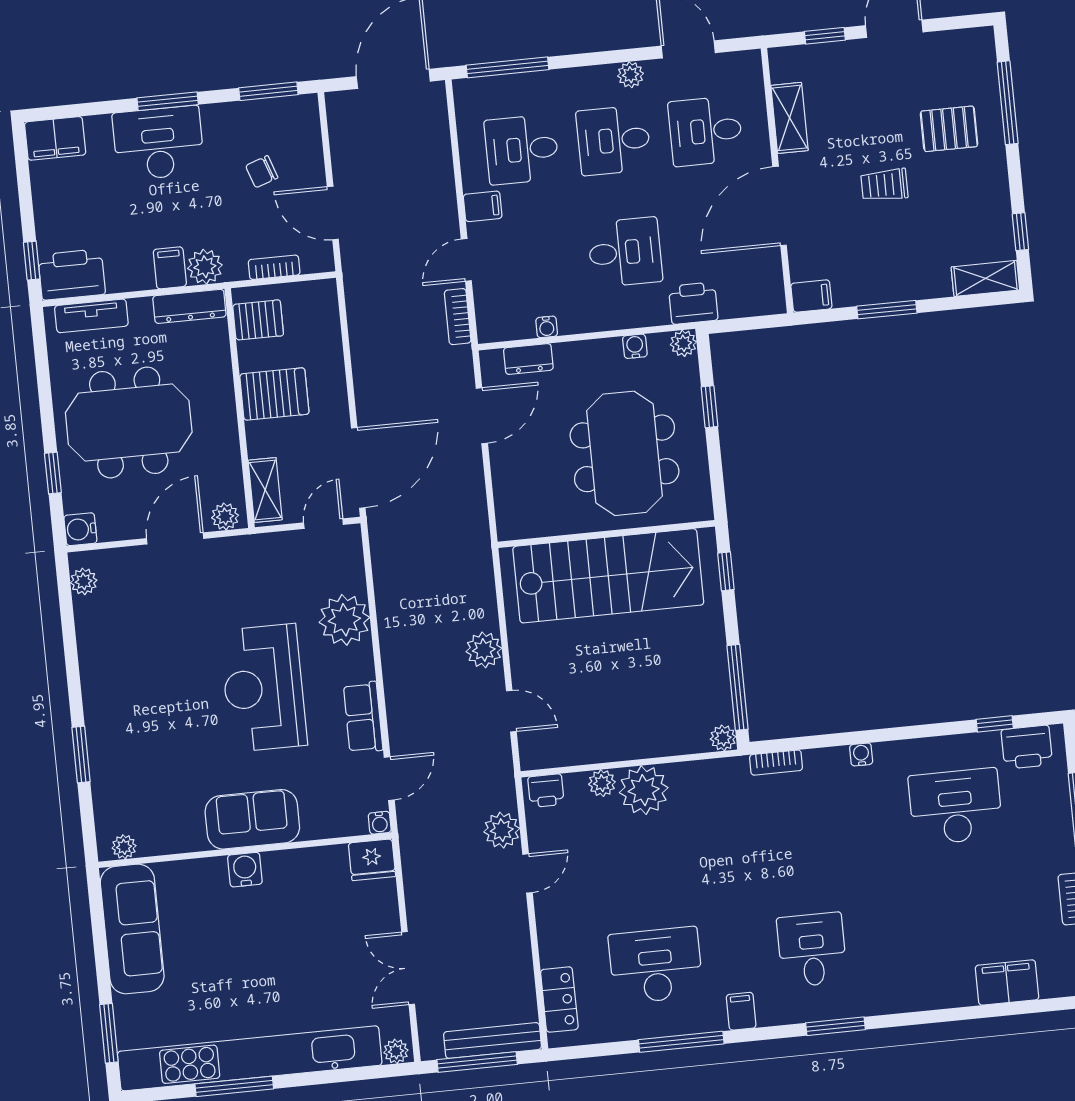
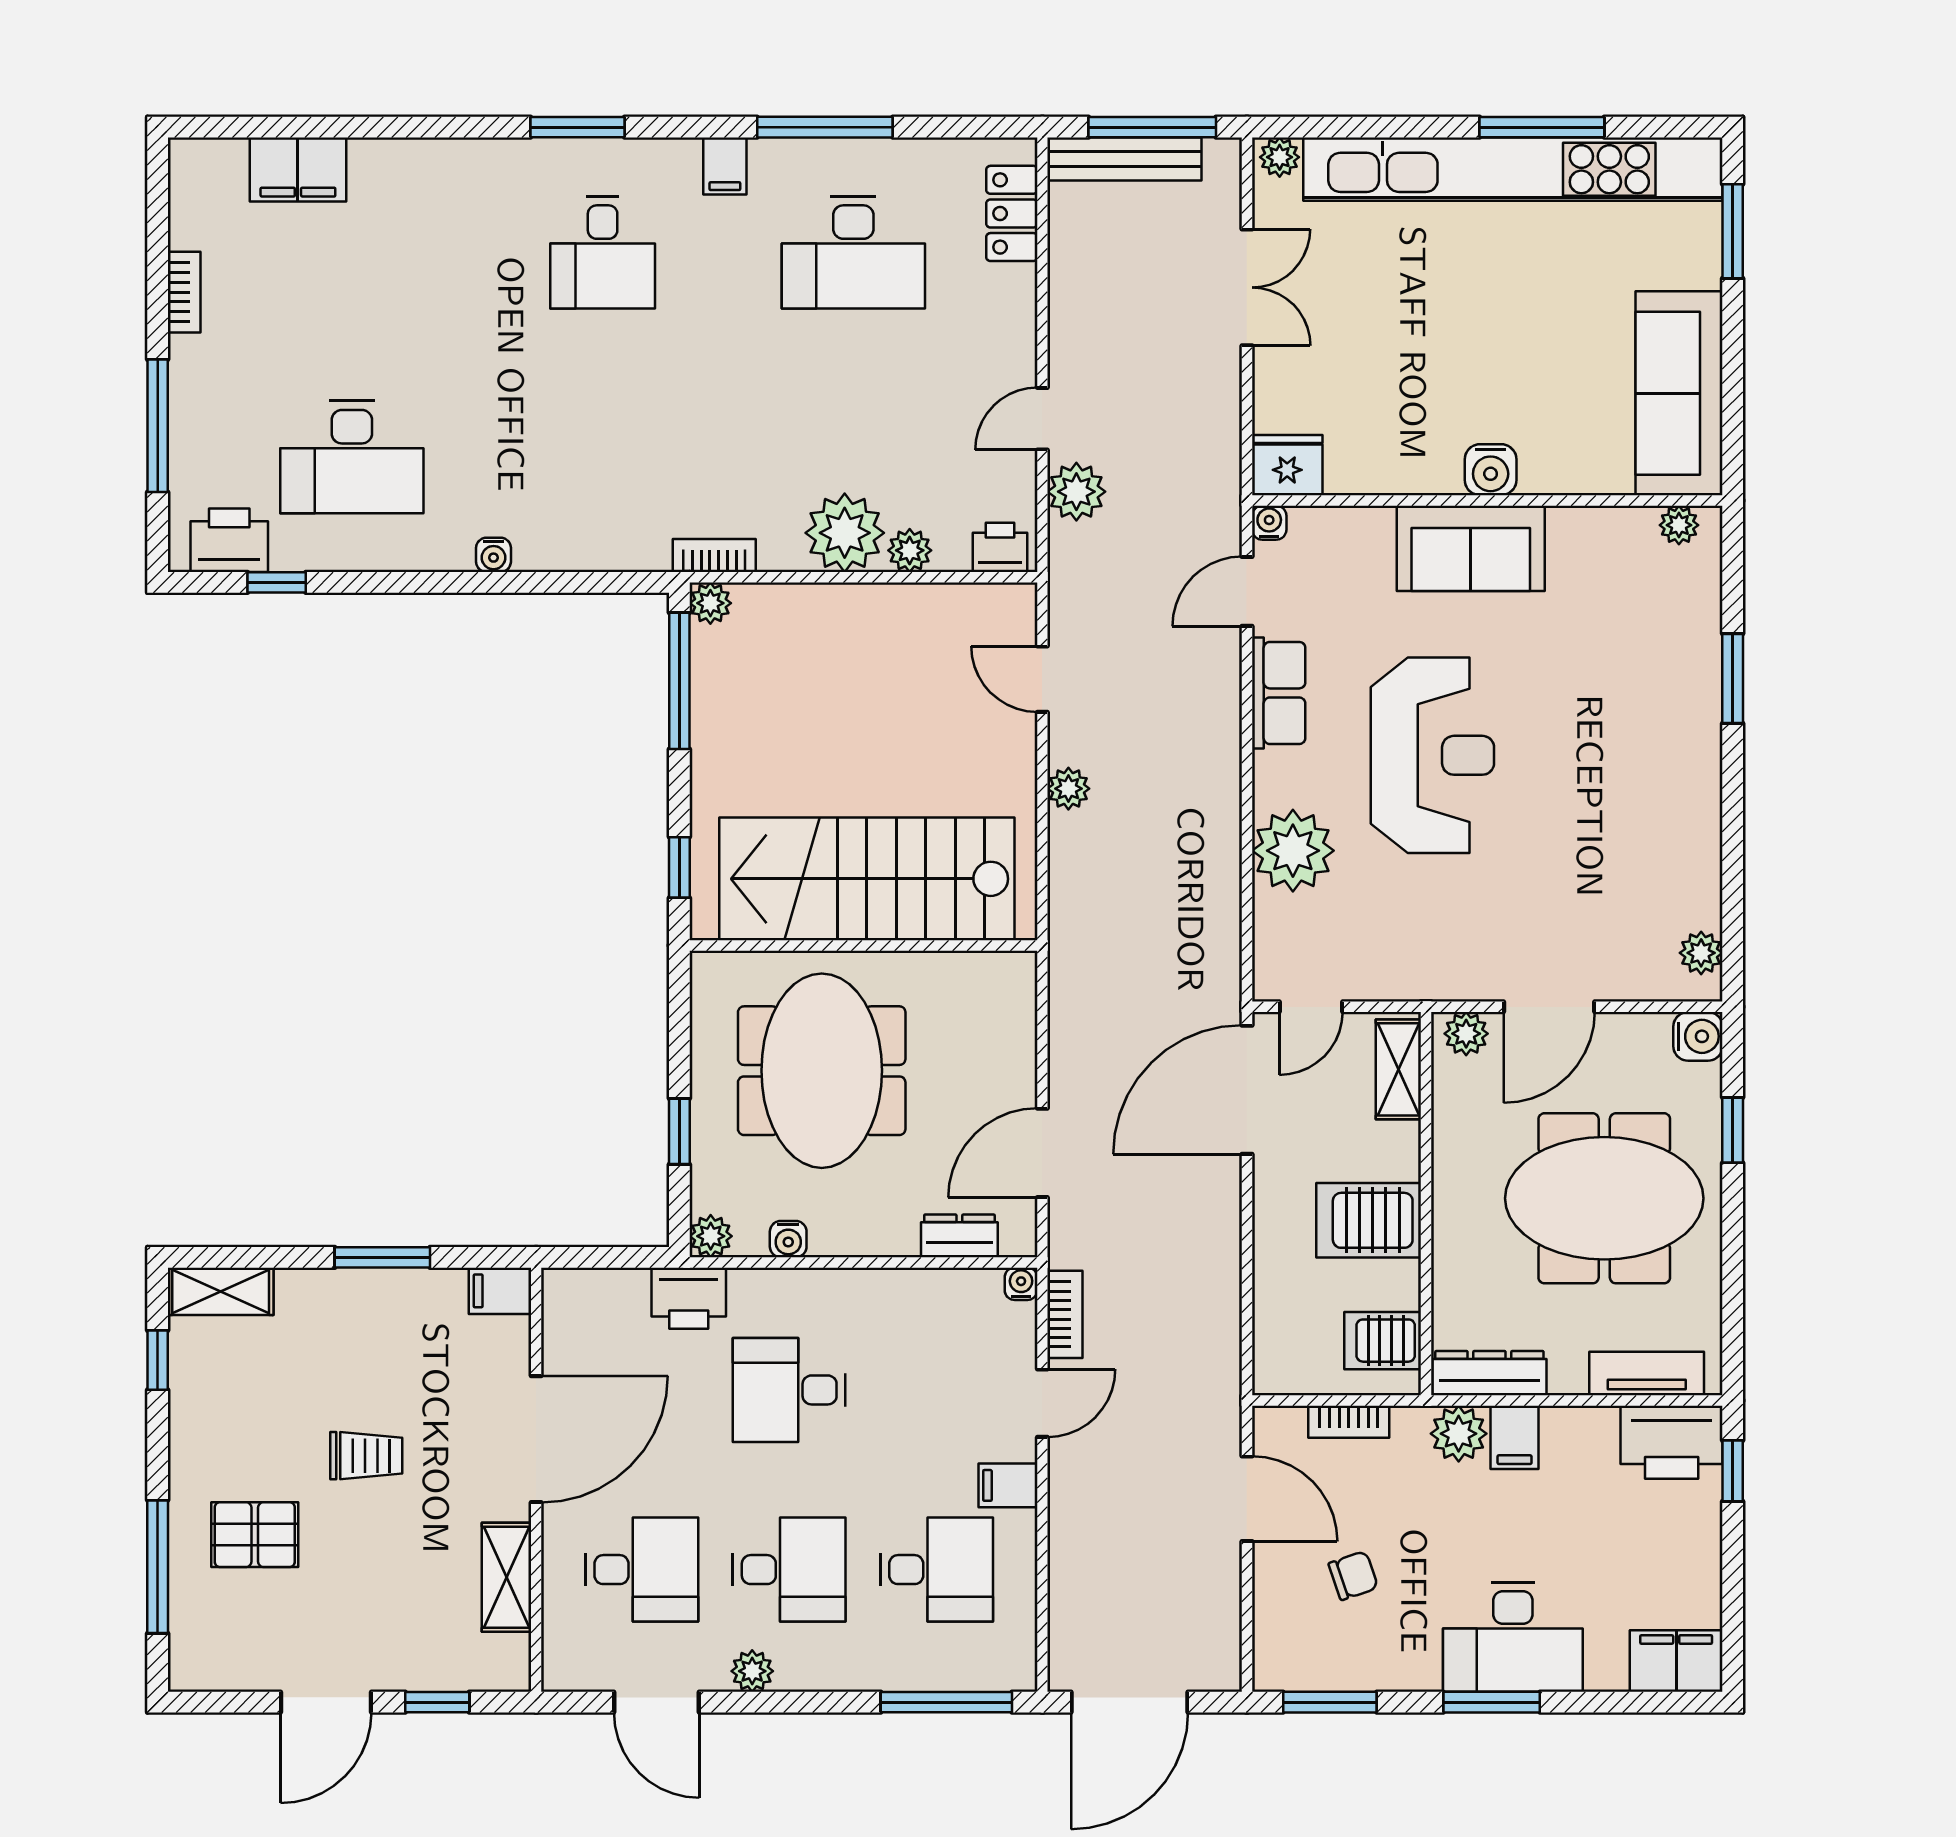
water cooler: (547, 327) -> (1021, 1284), moved
plant: (484, 650) -> (1068, 789), width x0.73, depth x0.73
bookcase: (776, 763) -> (714, 556), moved

